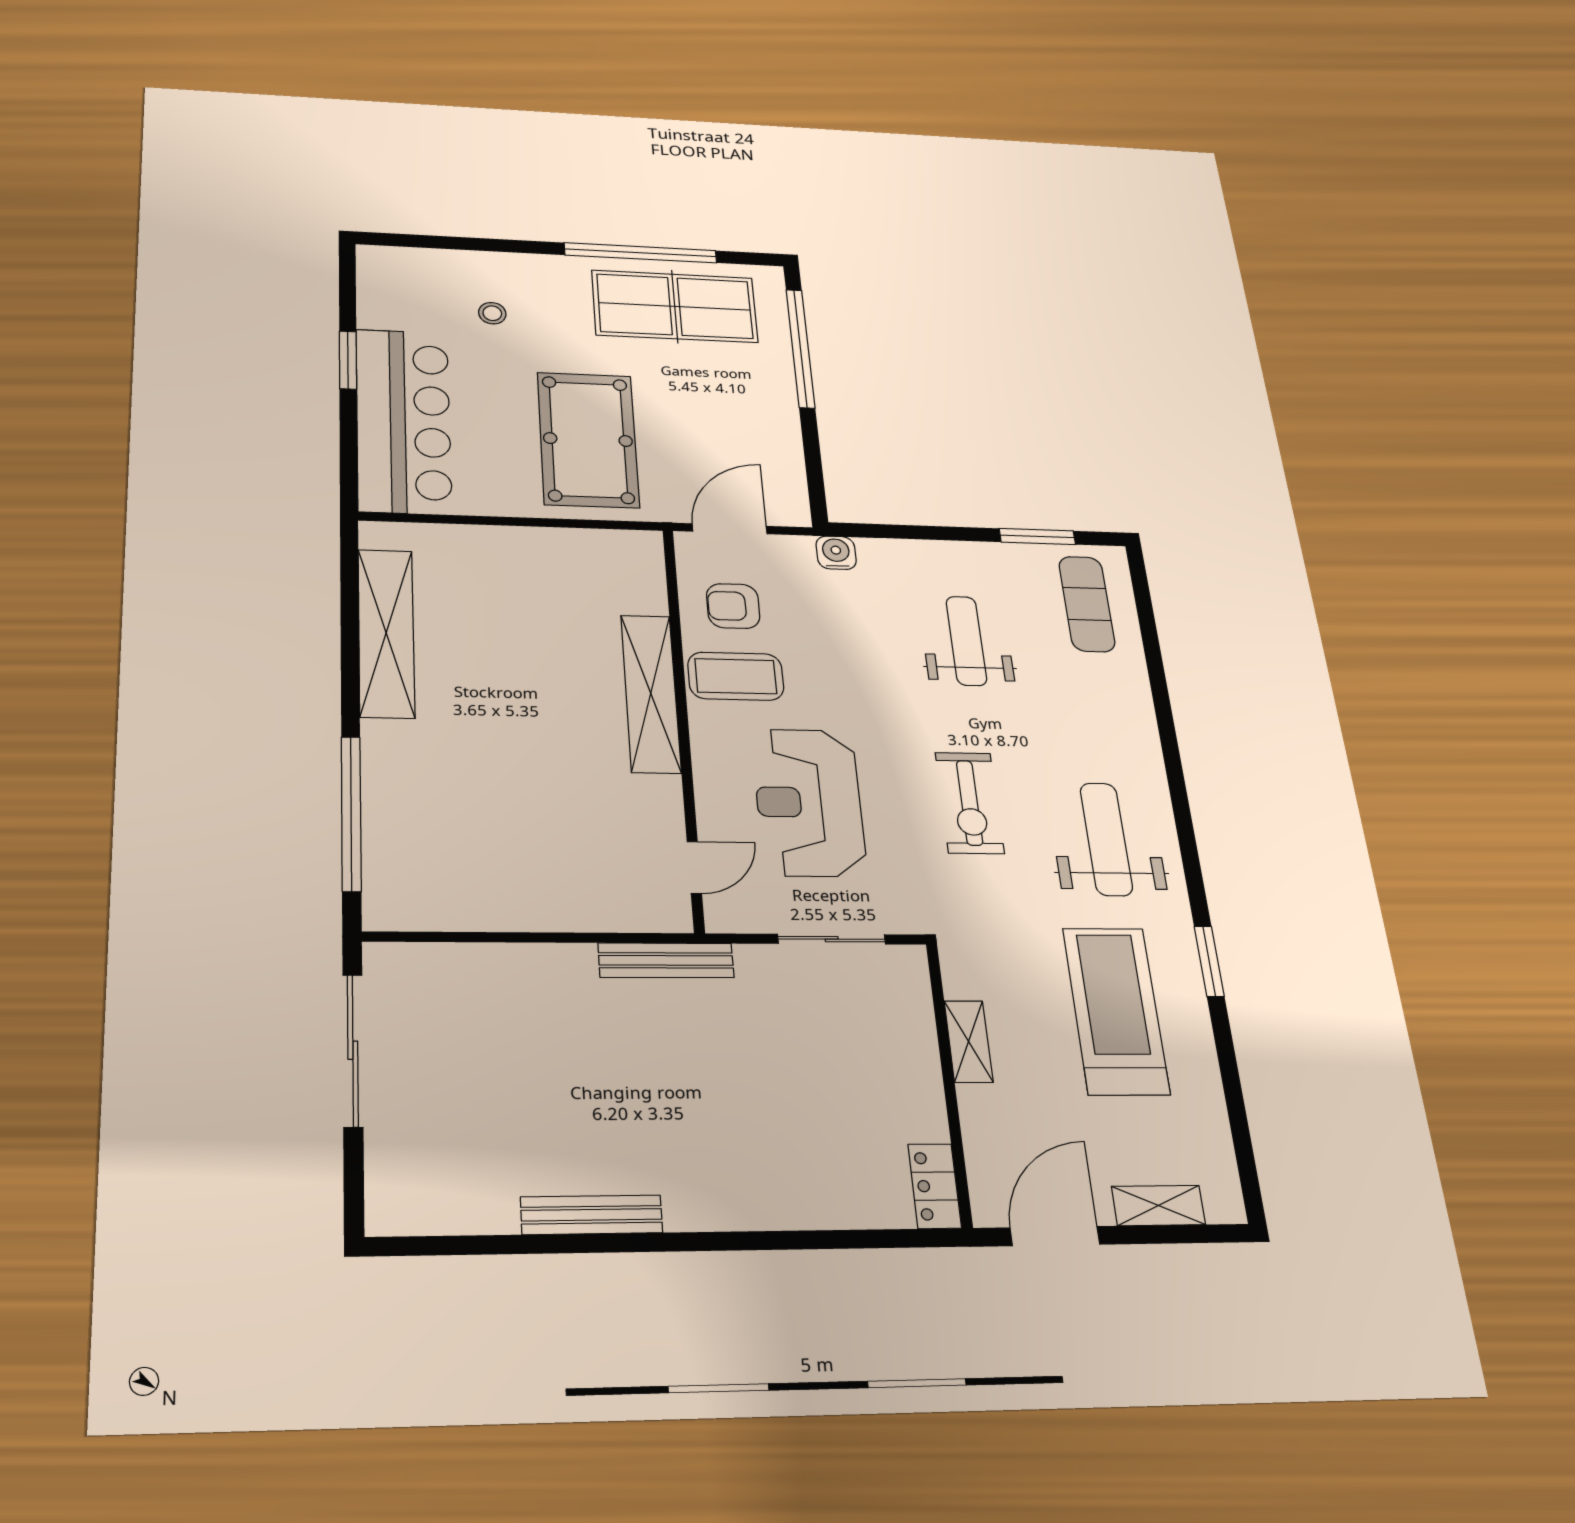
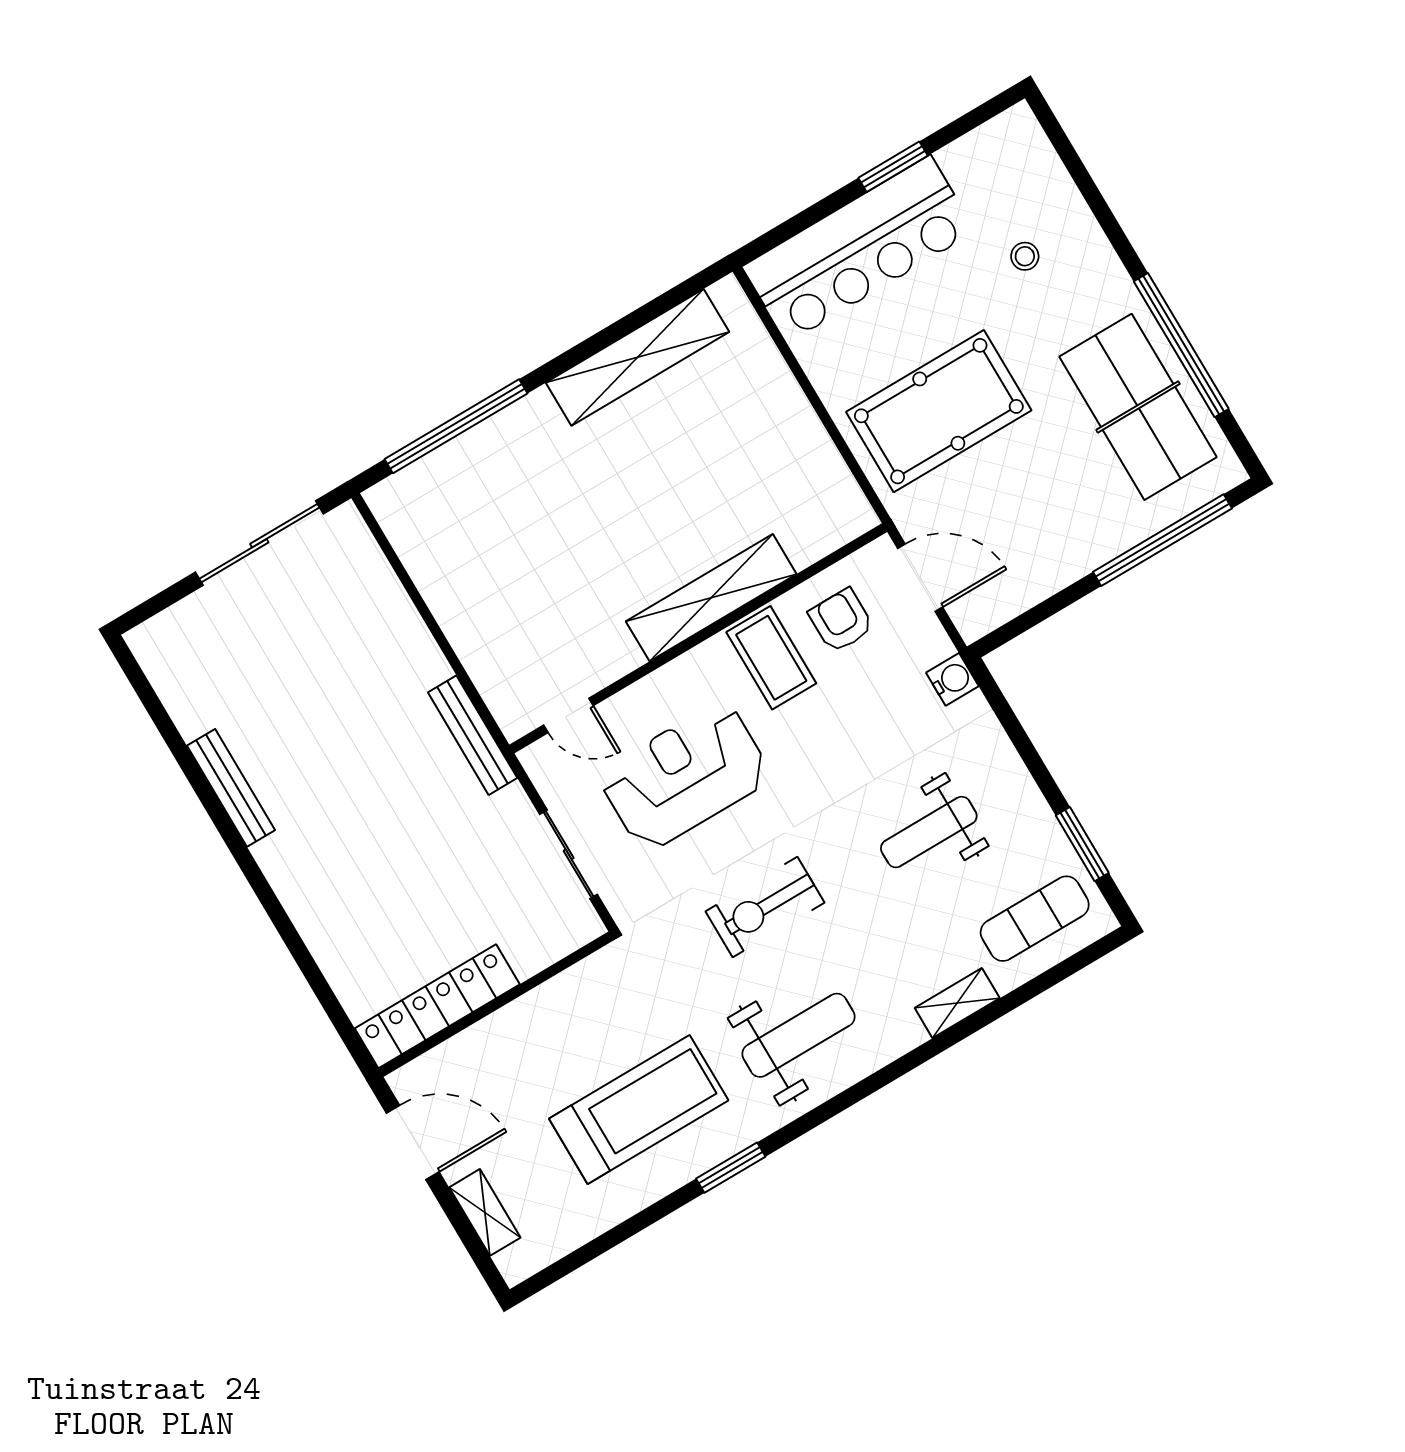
weight bench: (966, 641) -> (929, 832), turned 180
shelving: (969, 1041) -> (957, 1003), moved
locker: (935, 1186) -> (437, 1006), width x2.16, depth x1.21

